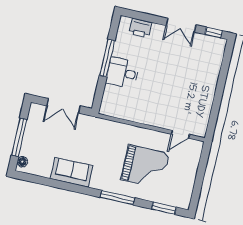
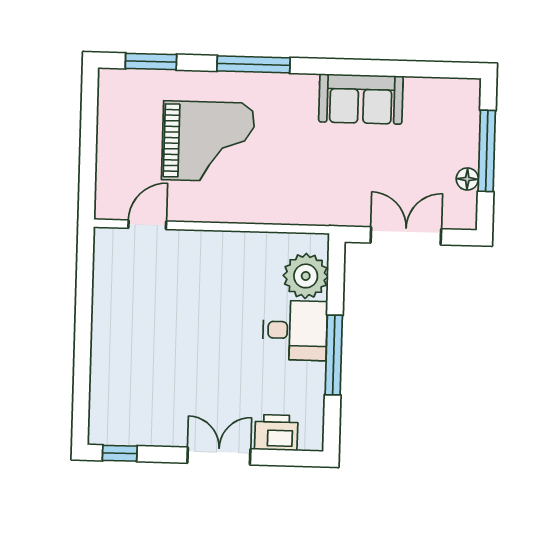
double door: (181, 25) -> (219, 456), moved
plant: (113, 97) -> (306, 276), added
floor lamp: (22, 162) -> (467, 179), moved
grand piano: (145, 167) -> (208, 141), turned 180

